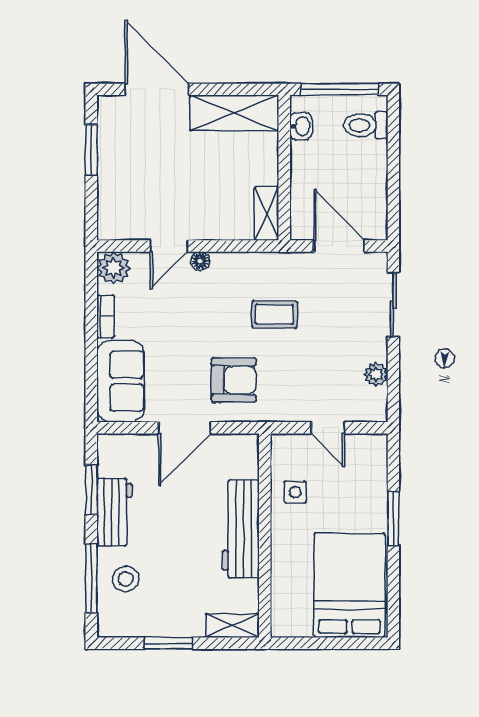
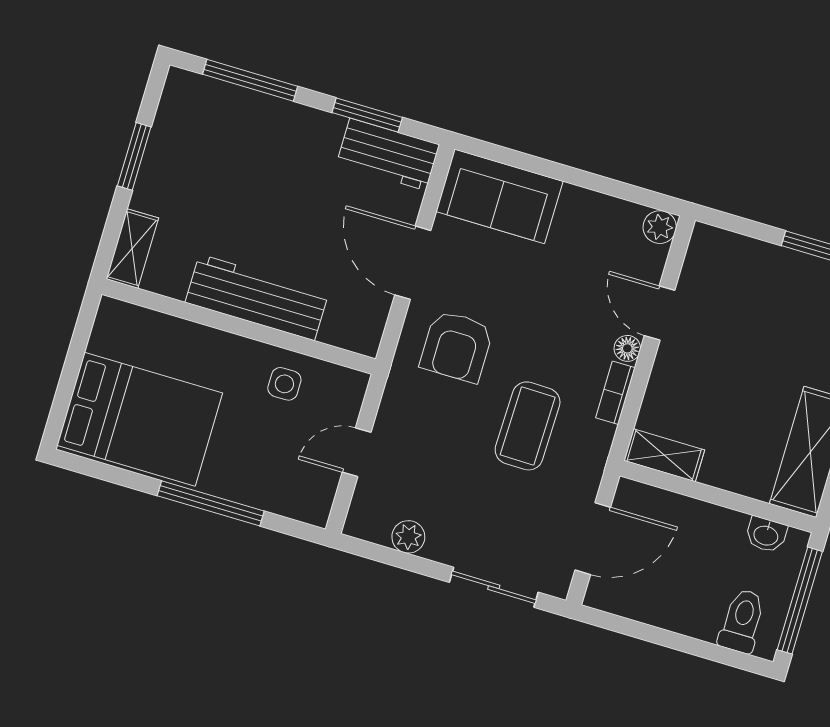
plant: (114, 268) -> (660, 227), width x0.73, depth x0.73
coffee table: (274, 314) -> (528, 426), width x1.36, depth x1.30
bookcase: (106, 316) -> (615, 393), moved, turned 90
workbench: (114, 512) -> (388, 154), moved
window: (393, 519) -> (211, 503), width x1.44
stool: (126, 579) -> (236, 125), removed

